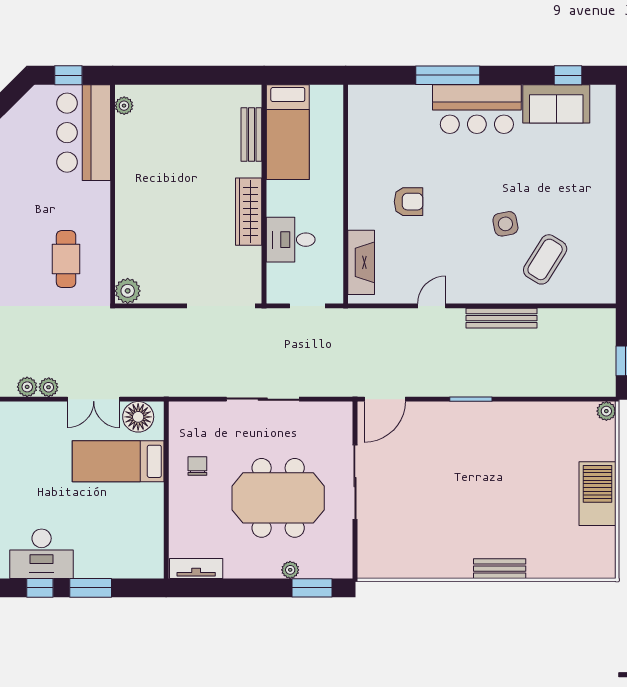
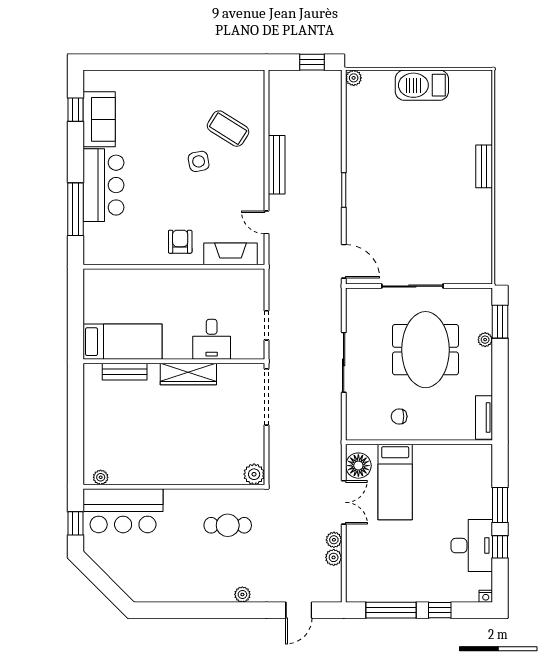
wall: (346, 194) -> (174, 267), moved
fireplace: (361, 262) -> (230, 254), moved

